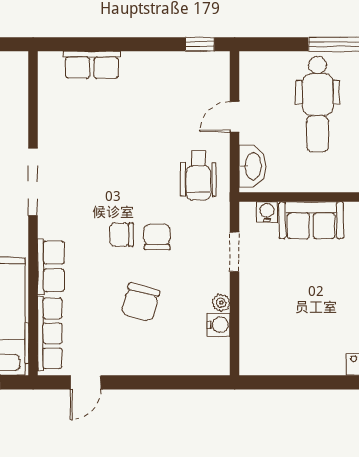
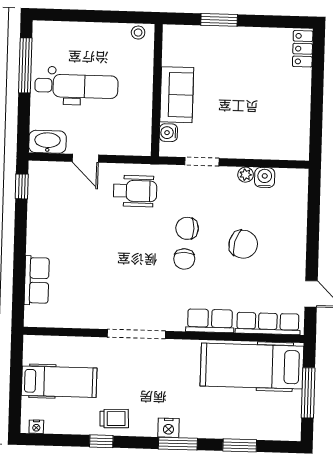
washbasin: (252, 166) -> (47, 142), moved

